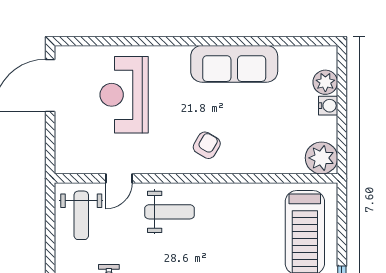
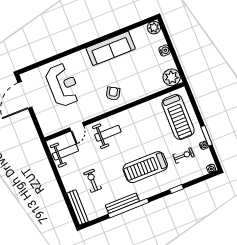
plant: (325, 82) -> (154, 28), moved
reception desk: (124, 95) -> (63, 85), turned 180
weight bench: (81, 215) -> (65, 152), turned -90

